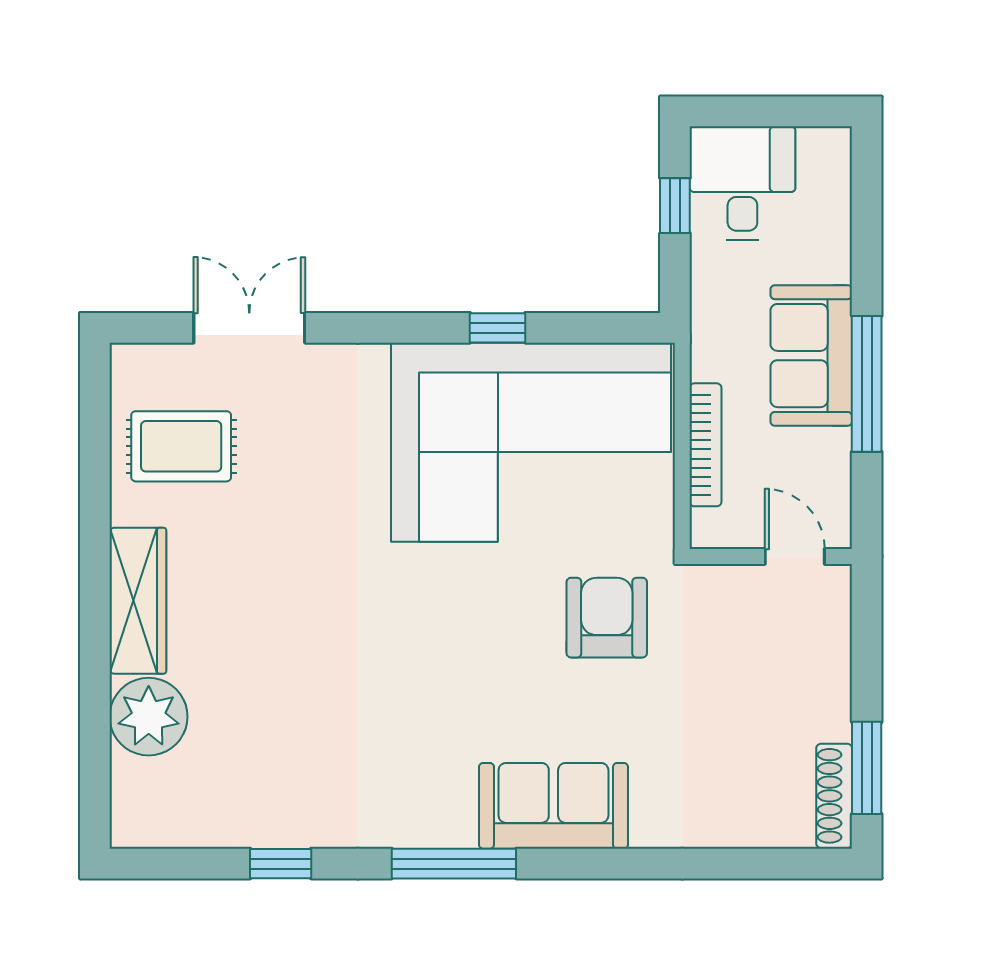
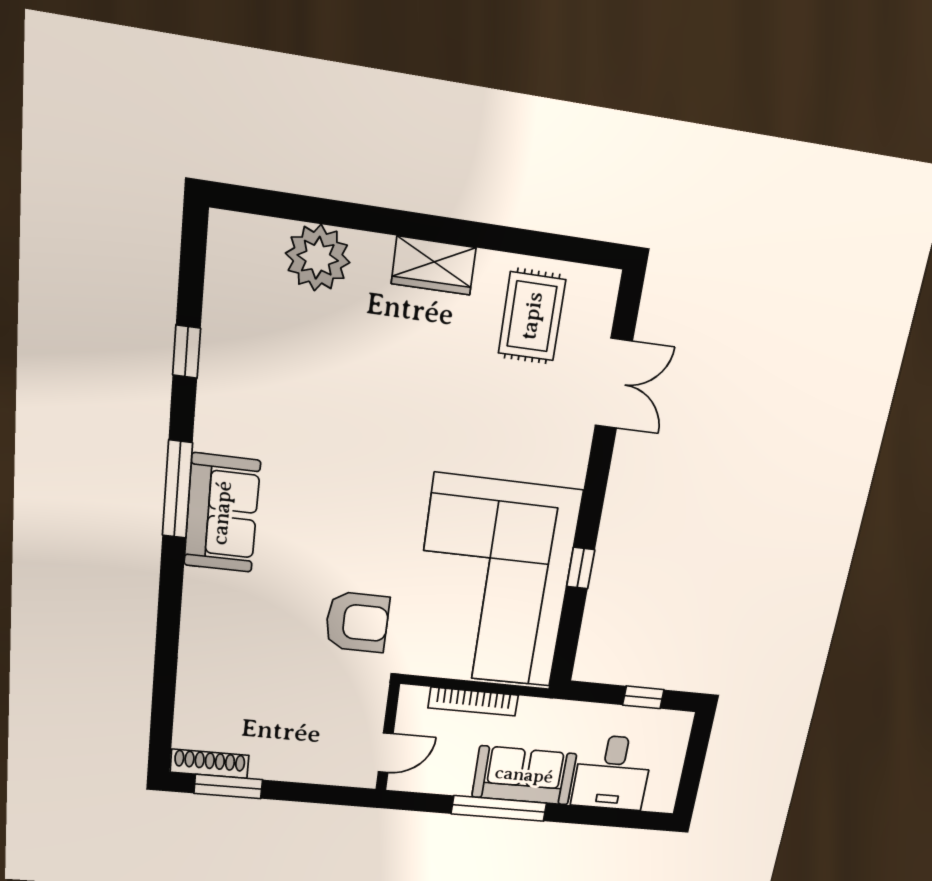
desk: (742, 183) -> (612, 773), moved, turned 90
wardrobe: (138, 601) -> (434, 266), width x0.67
sofa: (553, 806) -> (222, 513), moved

